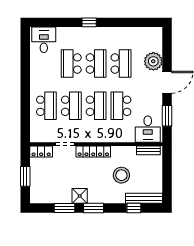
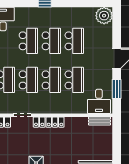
plant: (153, 61) -> (104, 16), moved
school desk: (71, 64) -> (28, 41), turned 180
school desk: (121, 106) -> (74, 80), turned 180
stool: (121, 175) -> (75, 144), removed

